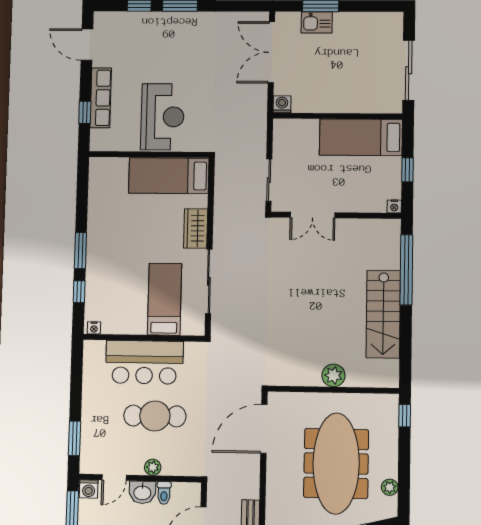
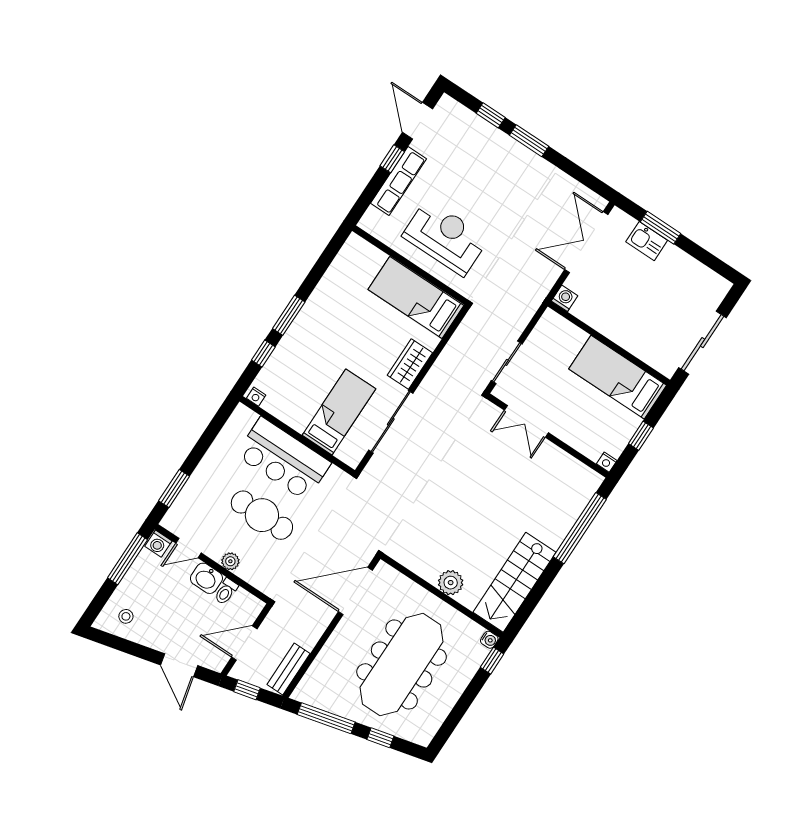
window: (85, 112) -> (392, 159), moved
reception desk: (163, 117) -> (445, 237), turned -90
stairs: (383, 314) -> (515, 582), moved
water cooler: (392, 401) -> (489, 640), added
plant: (390, 487) -> (437, 717), removed

